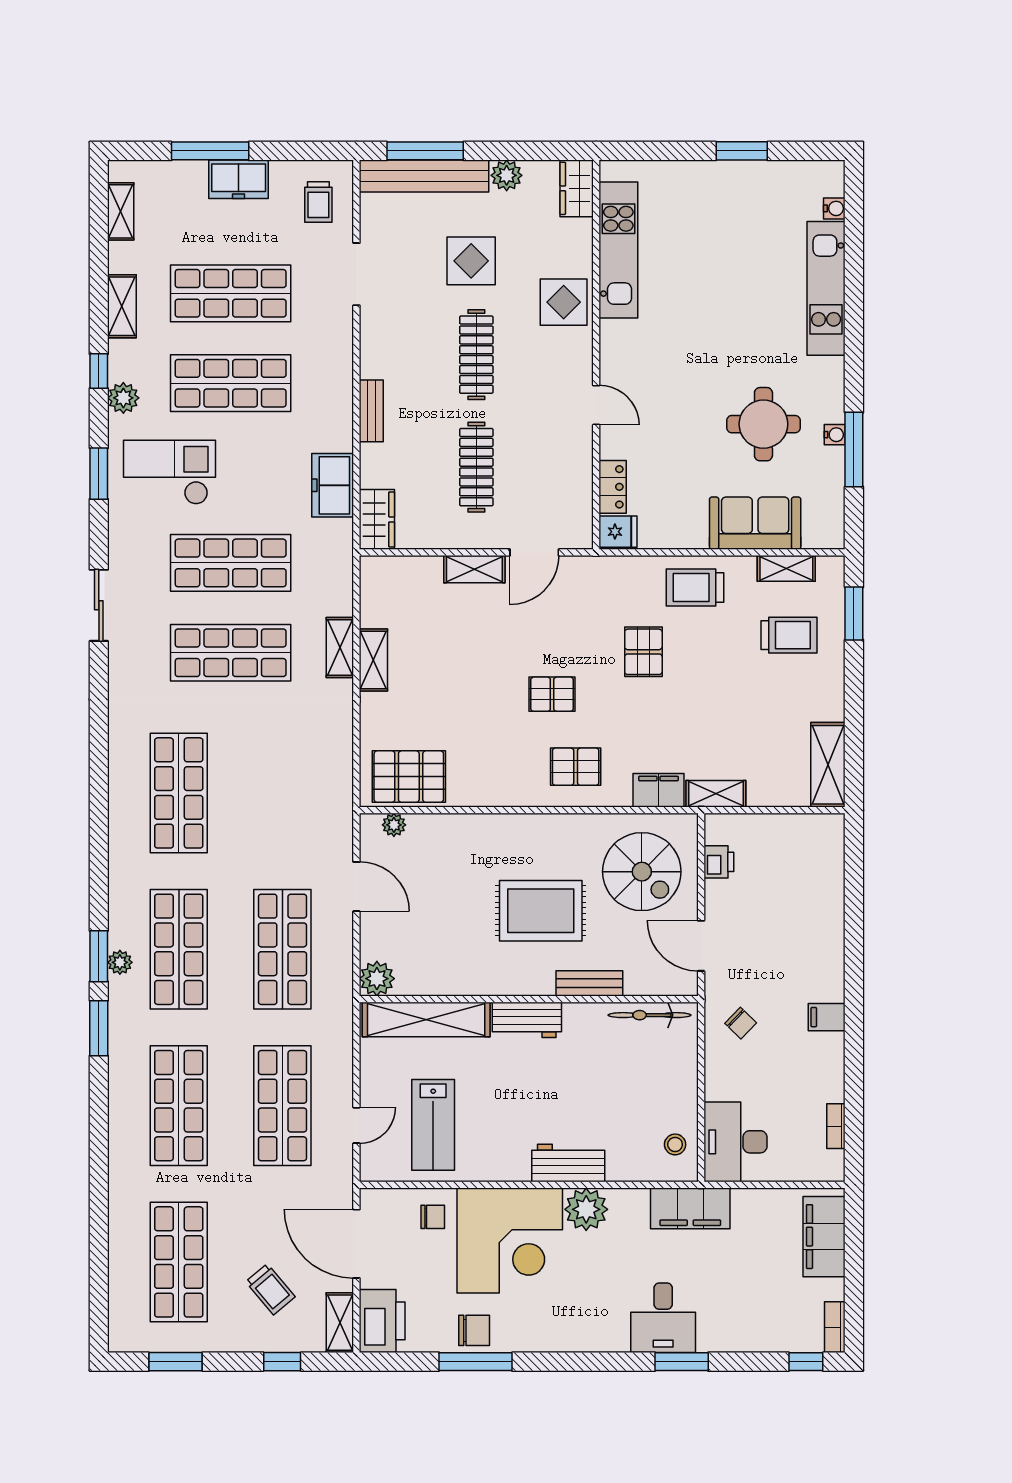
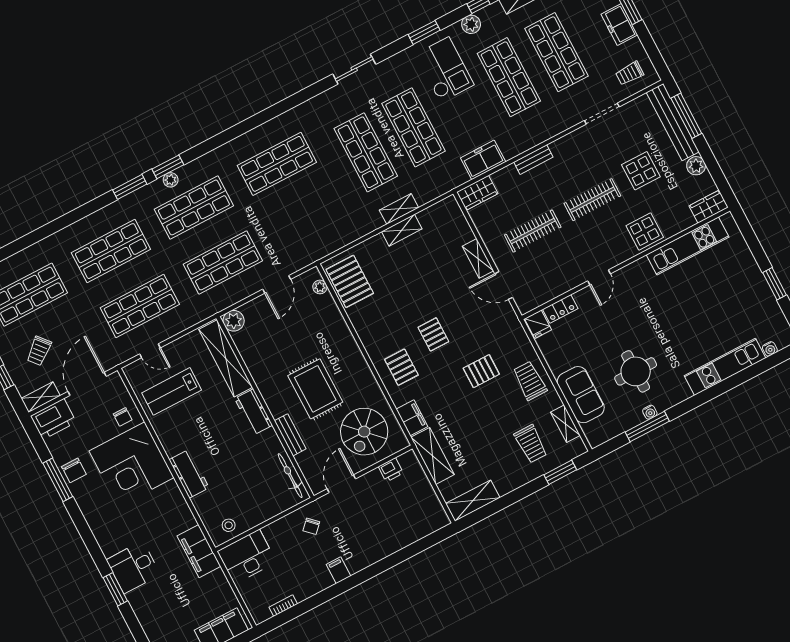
shelving: (716, 794) -> (433, 456), width x1.50, depth x1.33
plant: (586, 1209) -> (169, 496), removed

